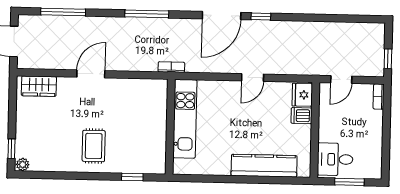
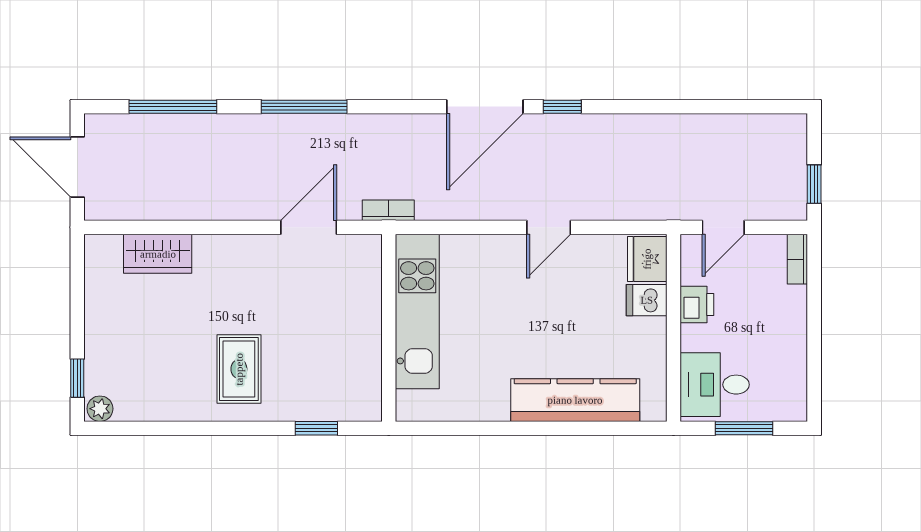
window: (147, 14) -> (304, 107), moved
door: (91, 74) -> (309, 227), moved
wardrobe: (39, 86) -> (158, 254), moved
printer: (327, 118) -> (697, 305), added

